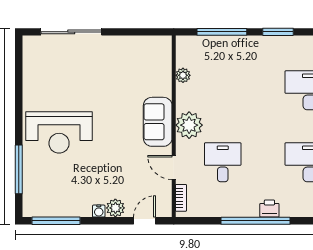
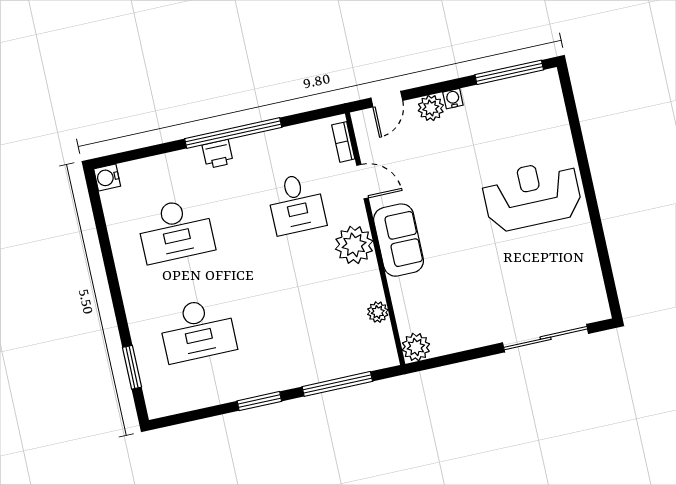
plant: (162, 45) -> (416, 347), added
window: (19, 169) -> (576, 132), removed

